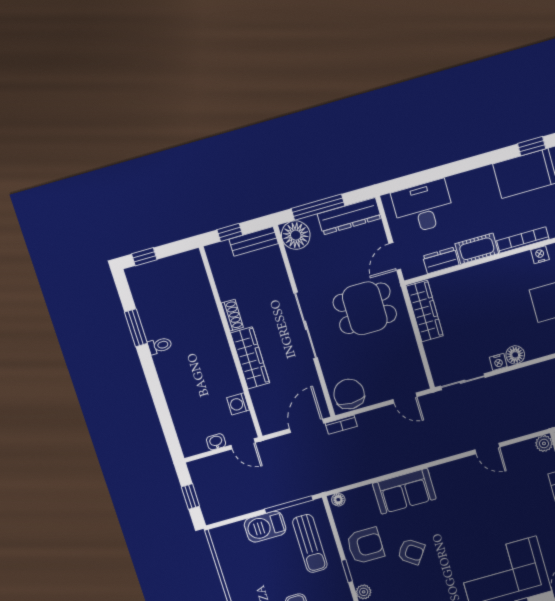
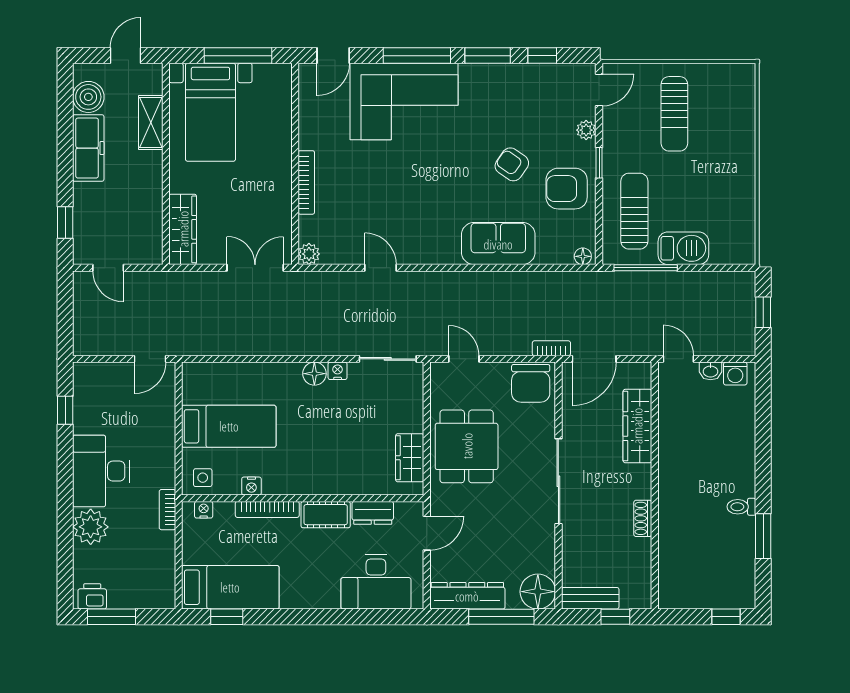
dining table: (365, 308) -> (467, 446), moved, turned 90
wardrobe: (425, 311) -> (410, 458), width x0.67
wardrobe: (250, 358) -> (637, 426), moved
washing machine: (238, 404) -> (735, 374), moved, turned 90

